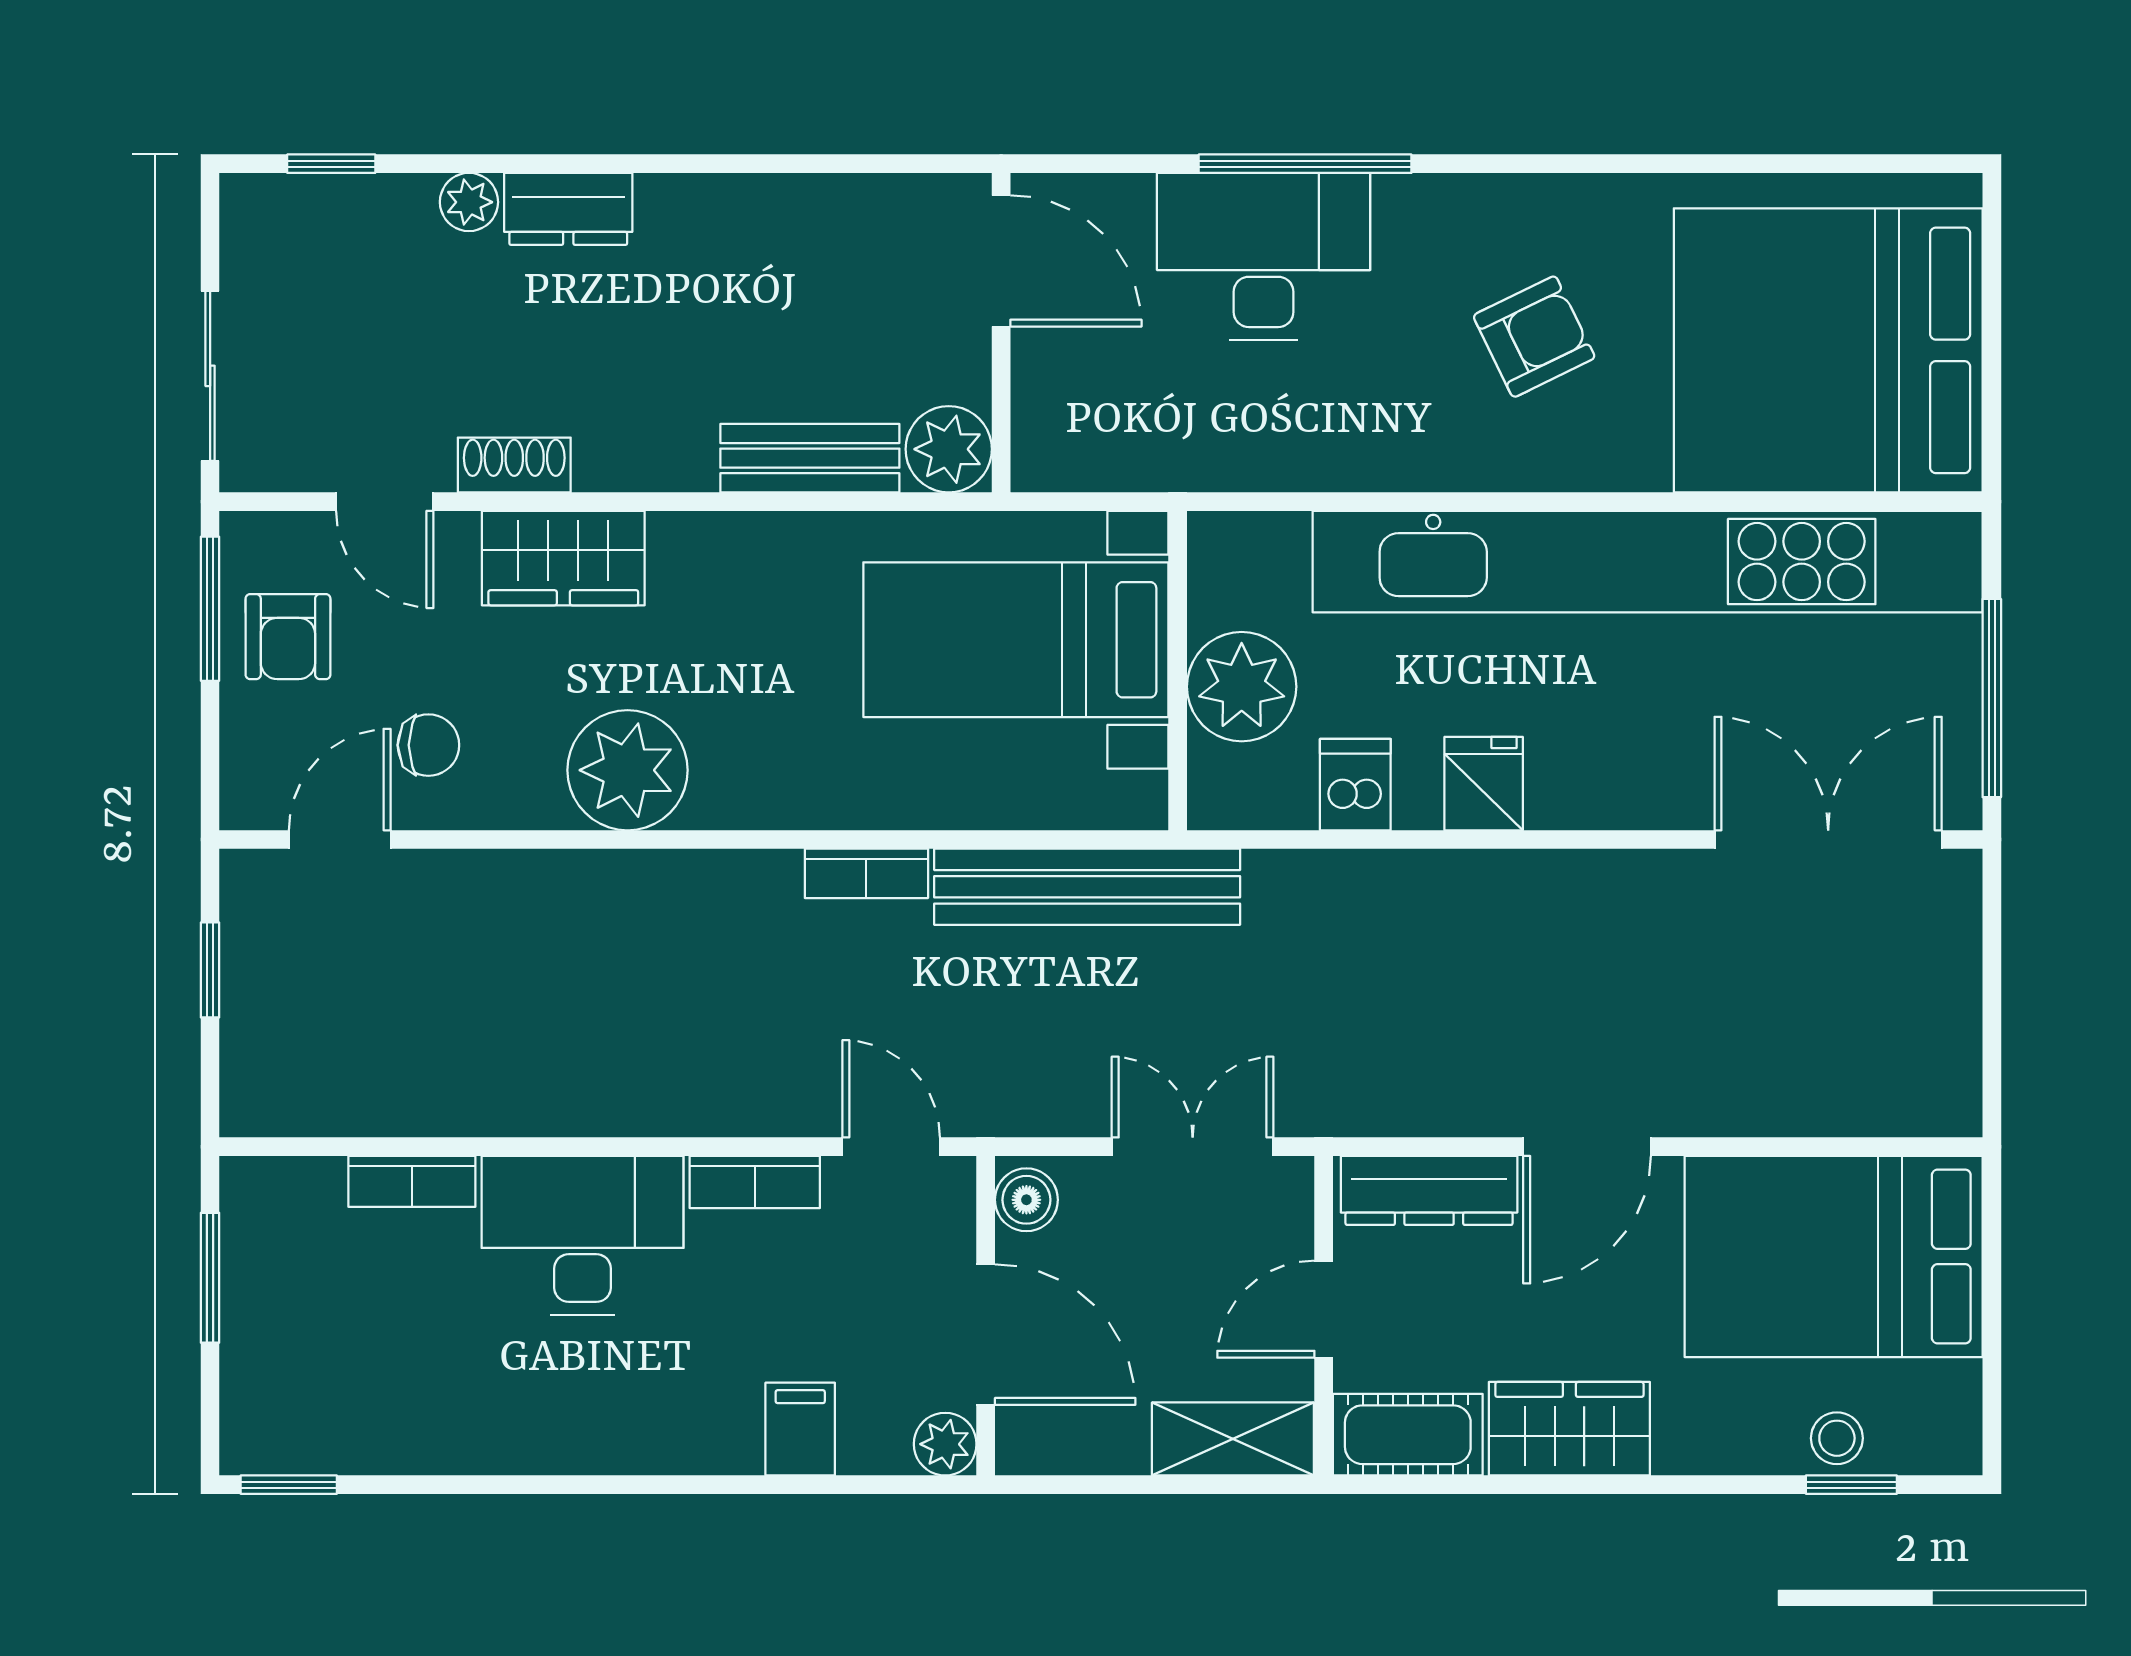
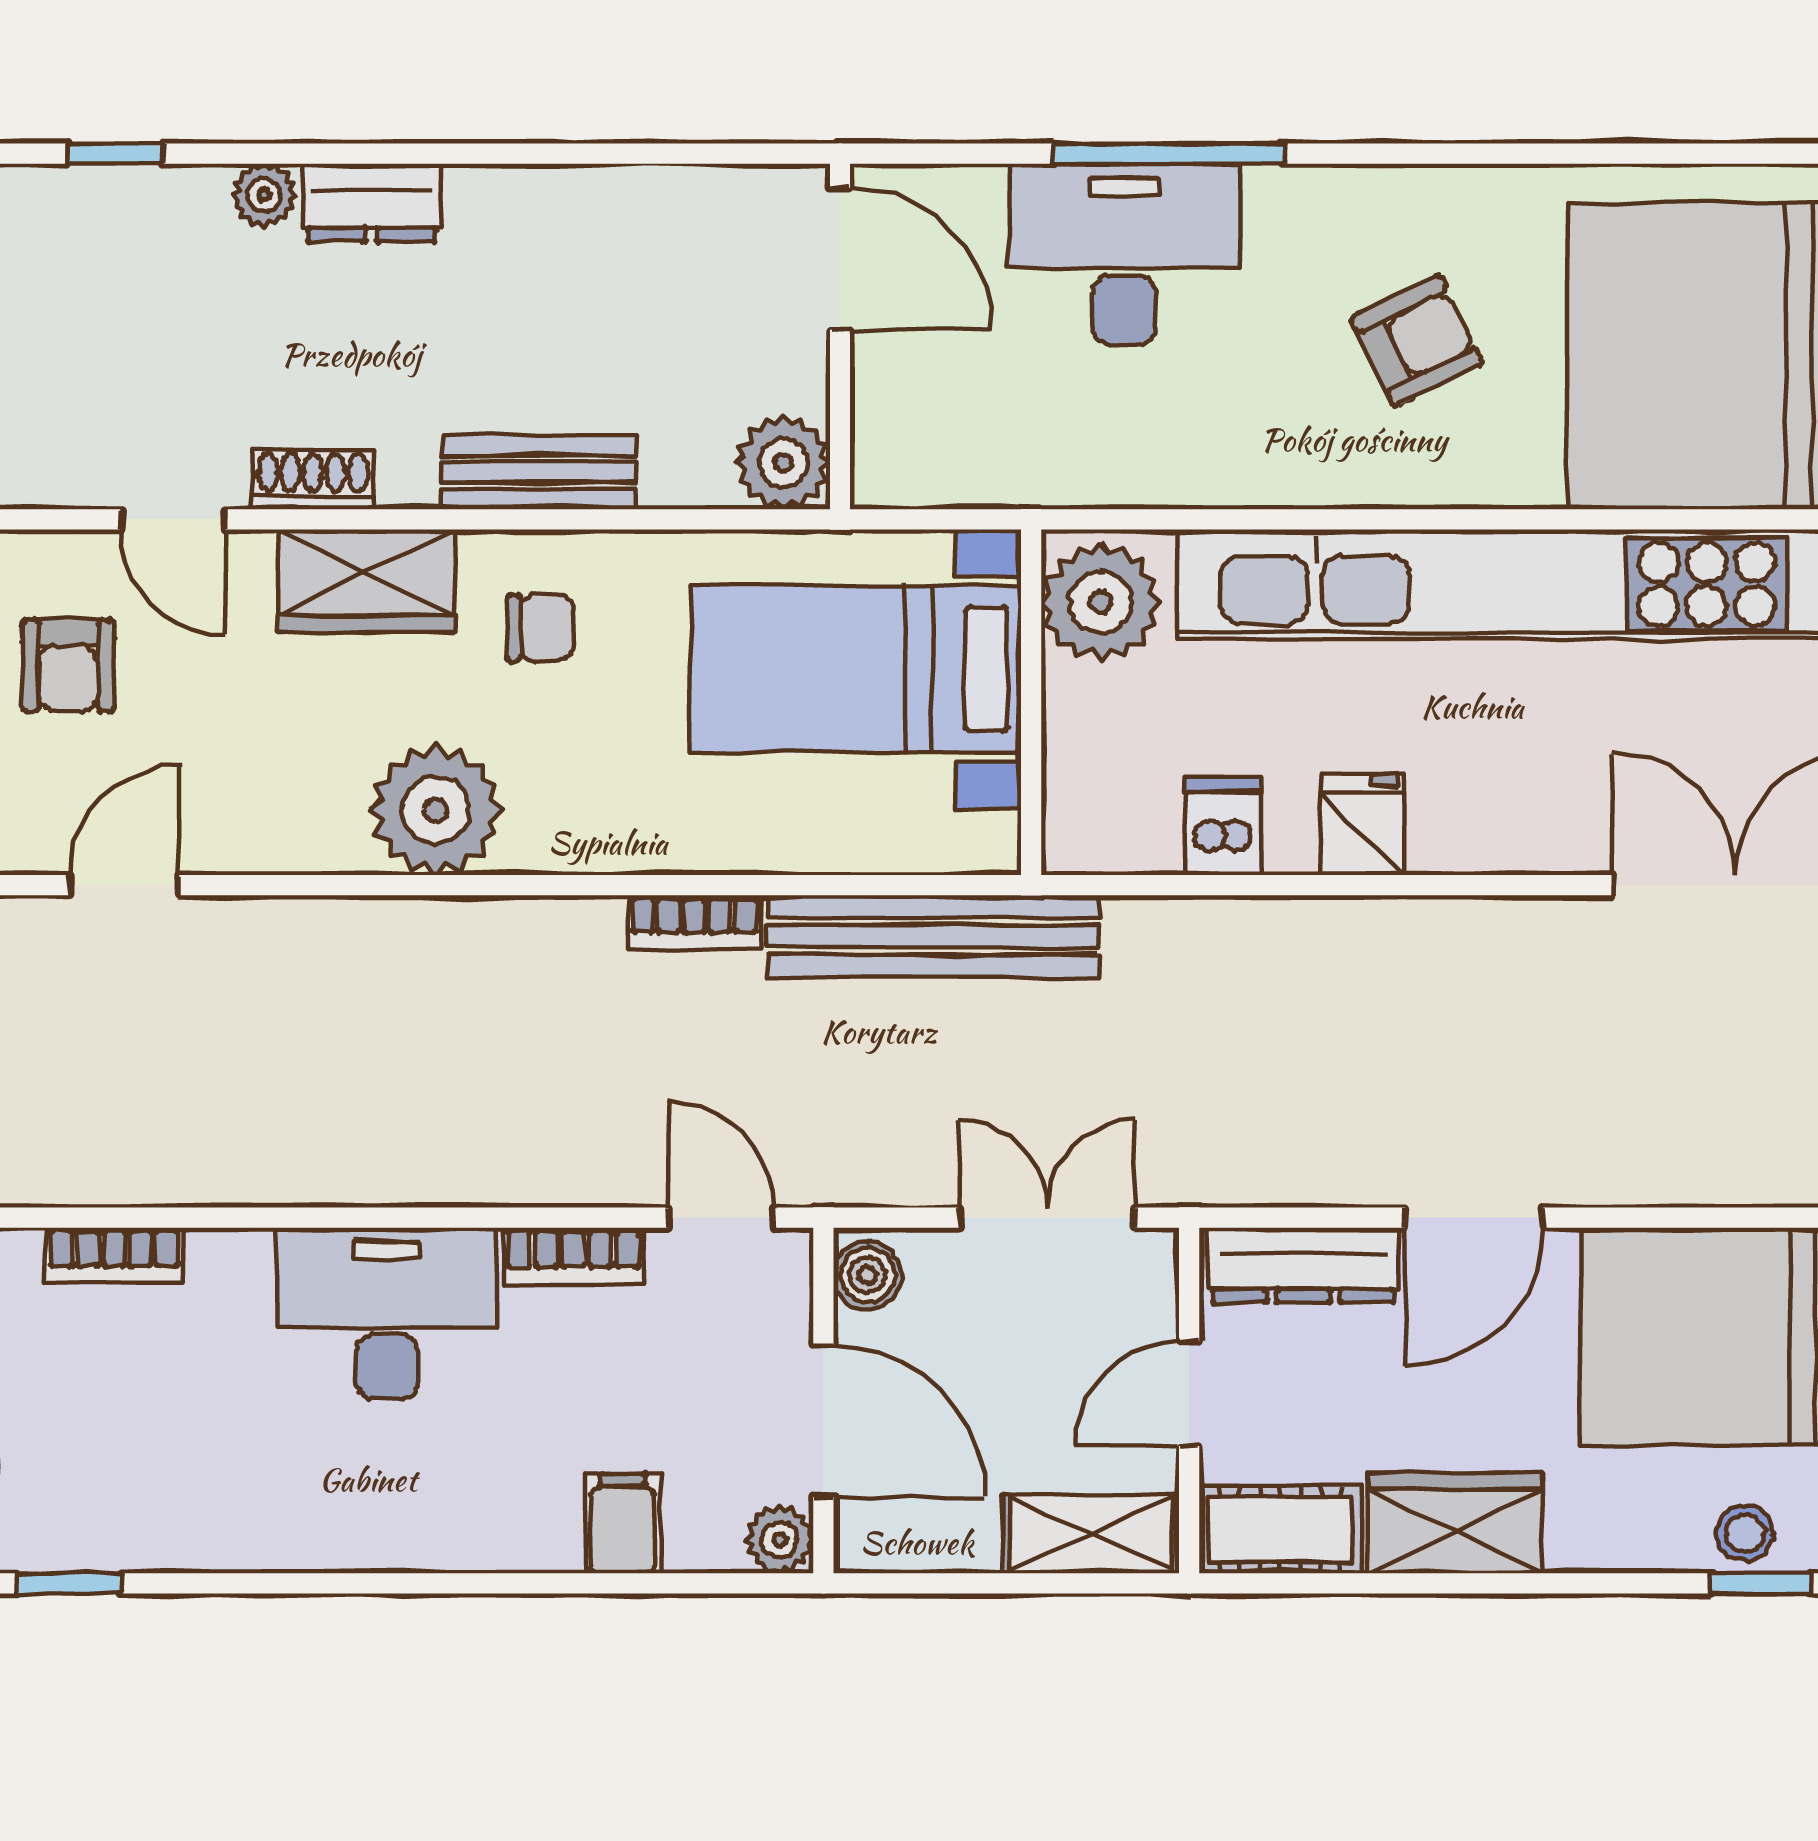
bench: (810, 458) -> (539, 472), moved
plant: (1242, 687) -> (1100, 602), moved
chair: (428, 745) -> (540, 628), moved
bookcase: (412, 1181) -> (114, 1255), moved

